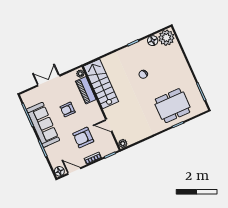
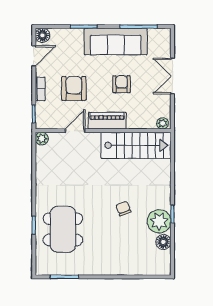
plant: (166, 38) -> (159, 221), moved
double door: (49, 81) -> (172, 76), swing flipped
piano: (86, 90) -> (107, 121), moved

